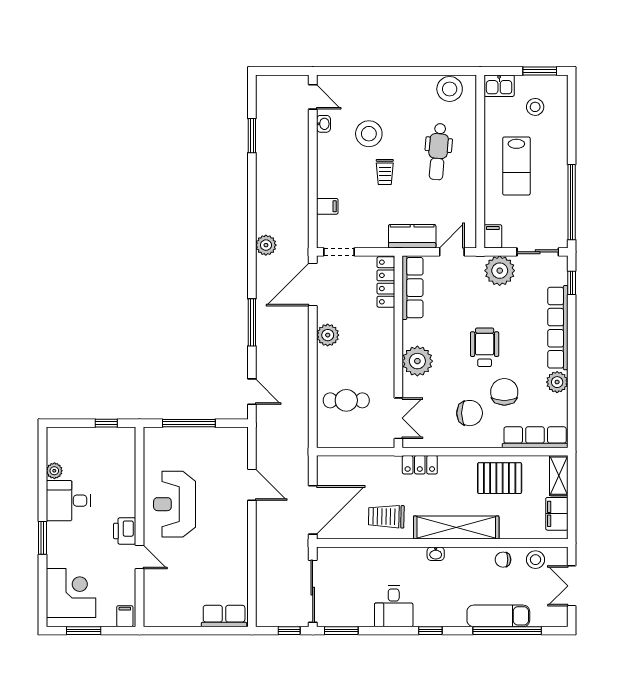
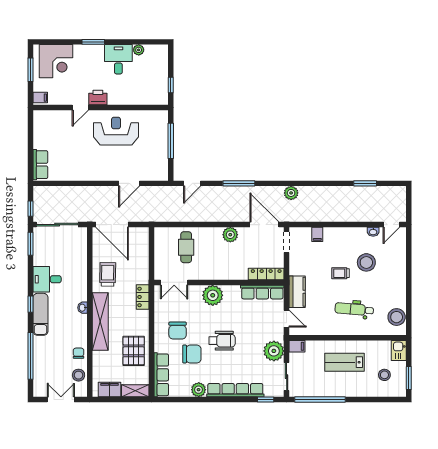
exam couch: (498, 616) -> (40, 314), moved

